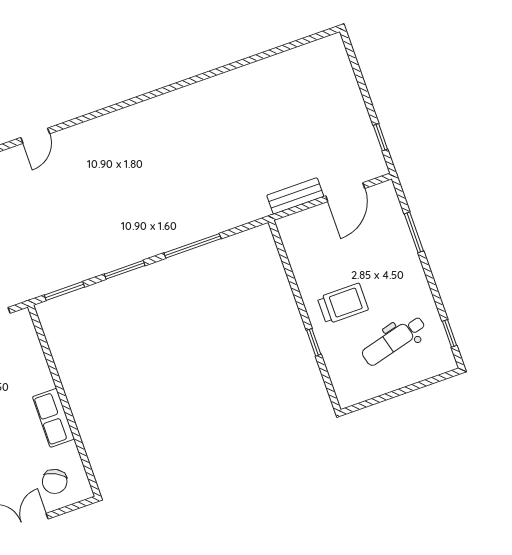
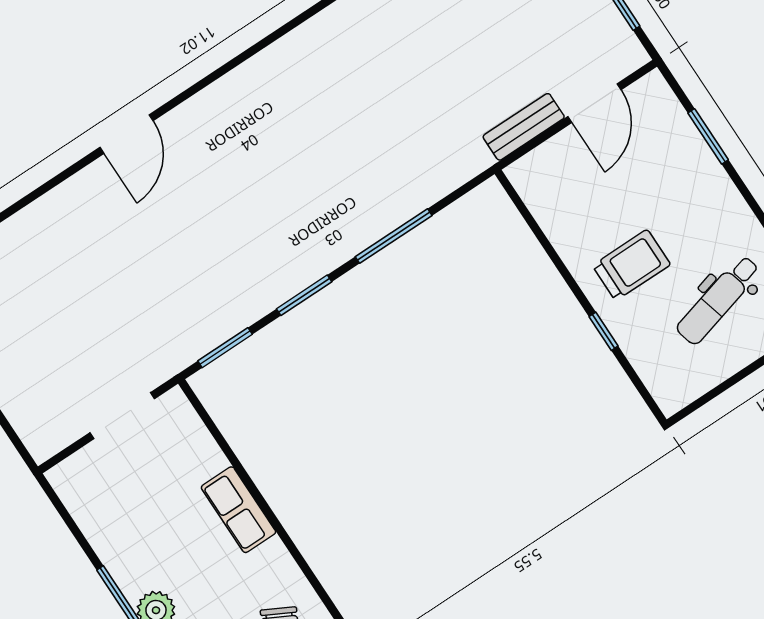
door: (35, 136) -> (127, 134), width x1.38
row of seats: (53, 418) -> (239, 510), moved

